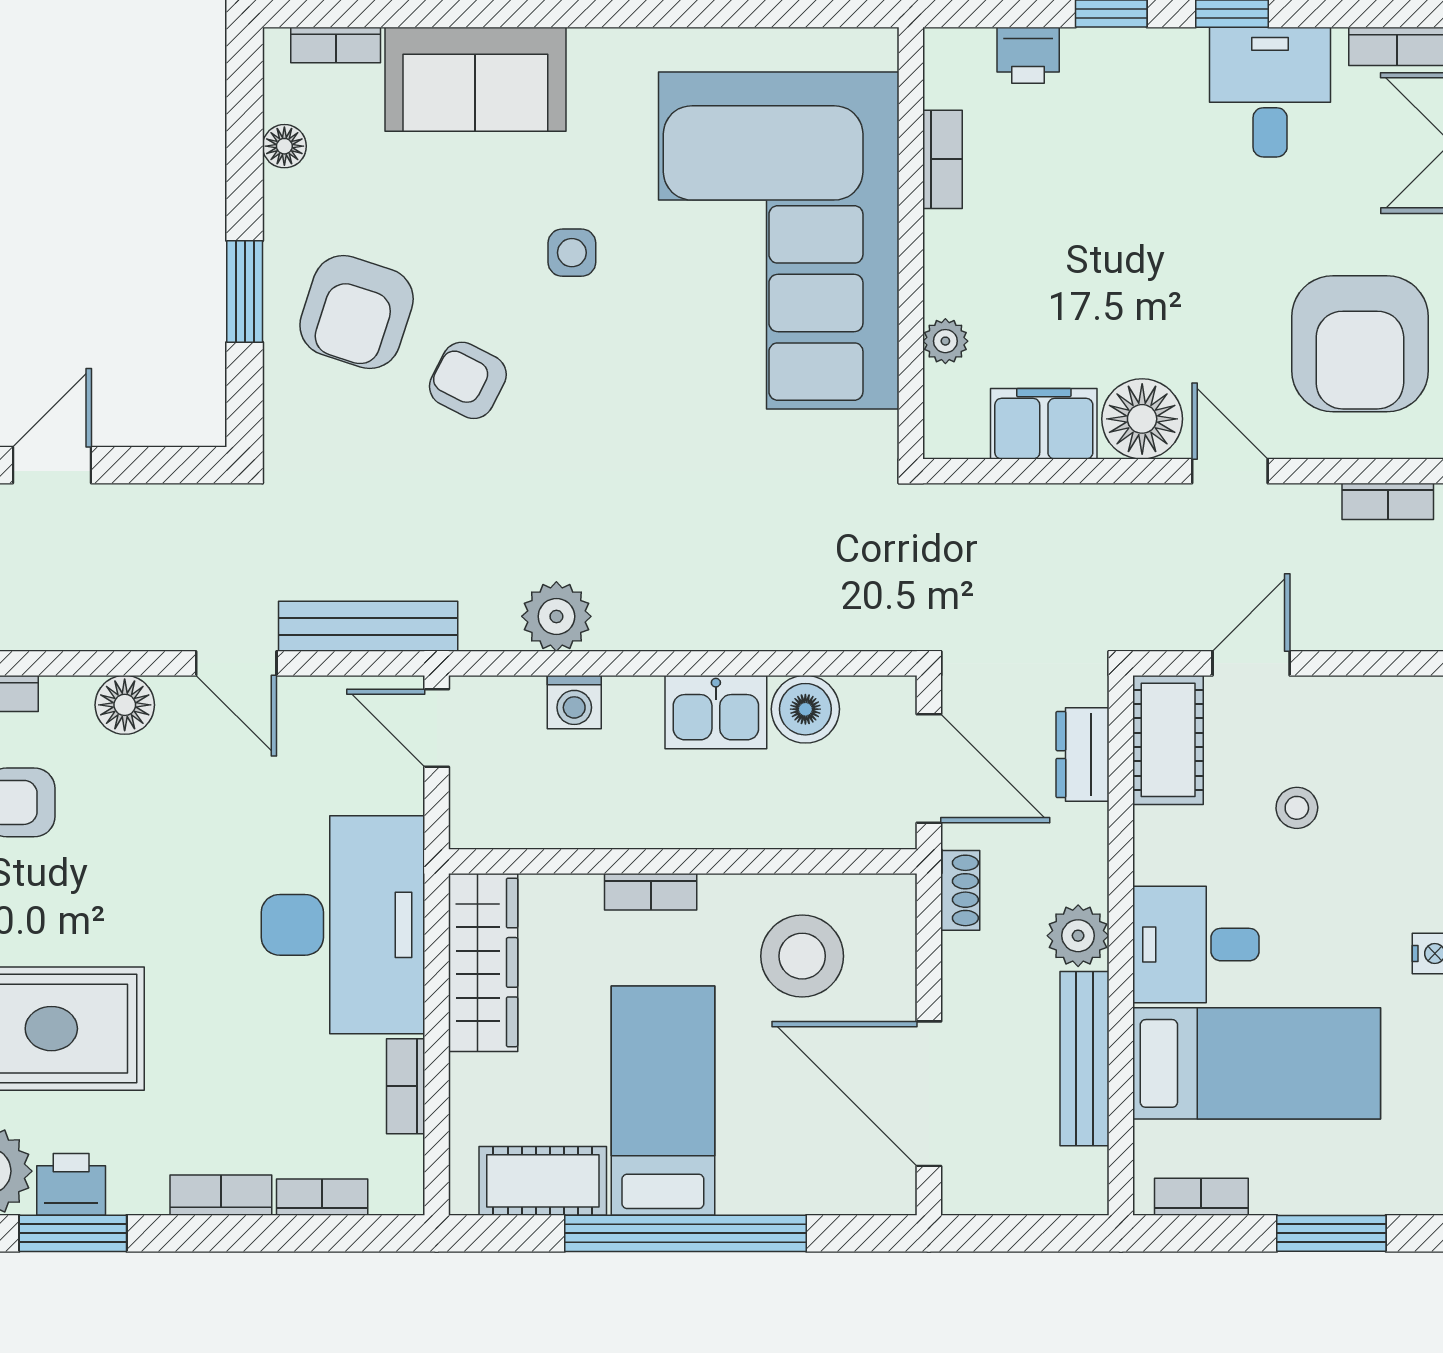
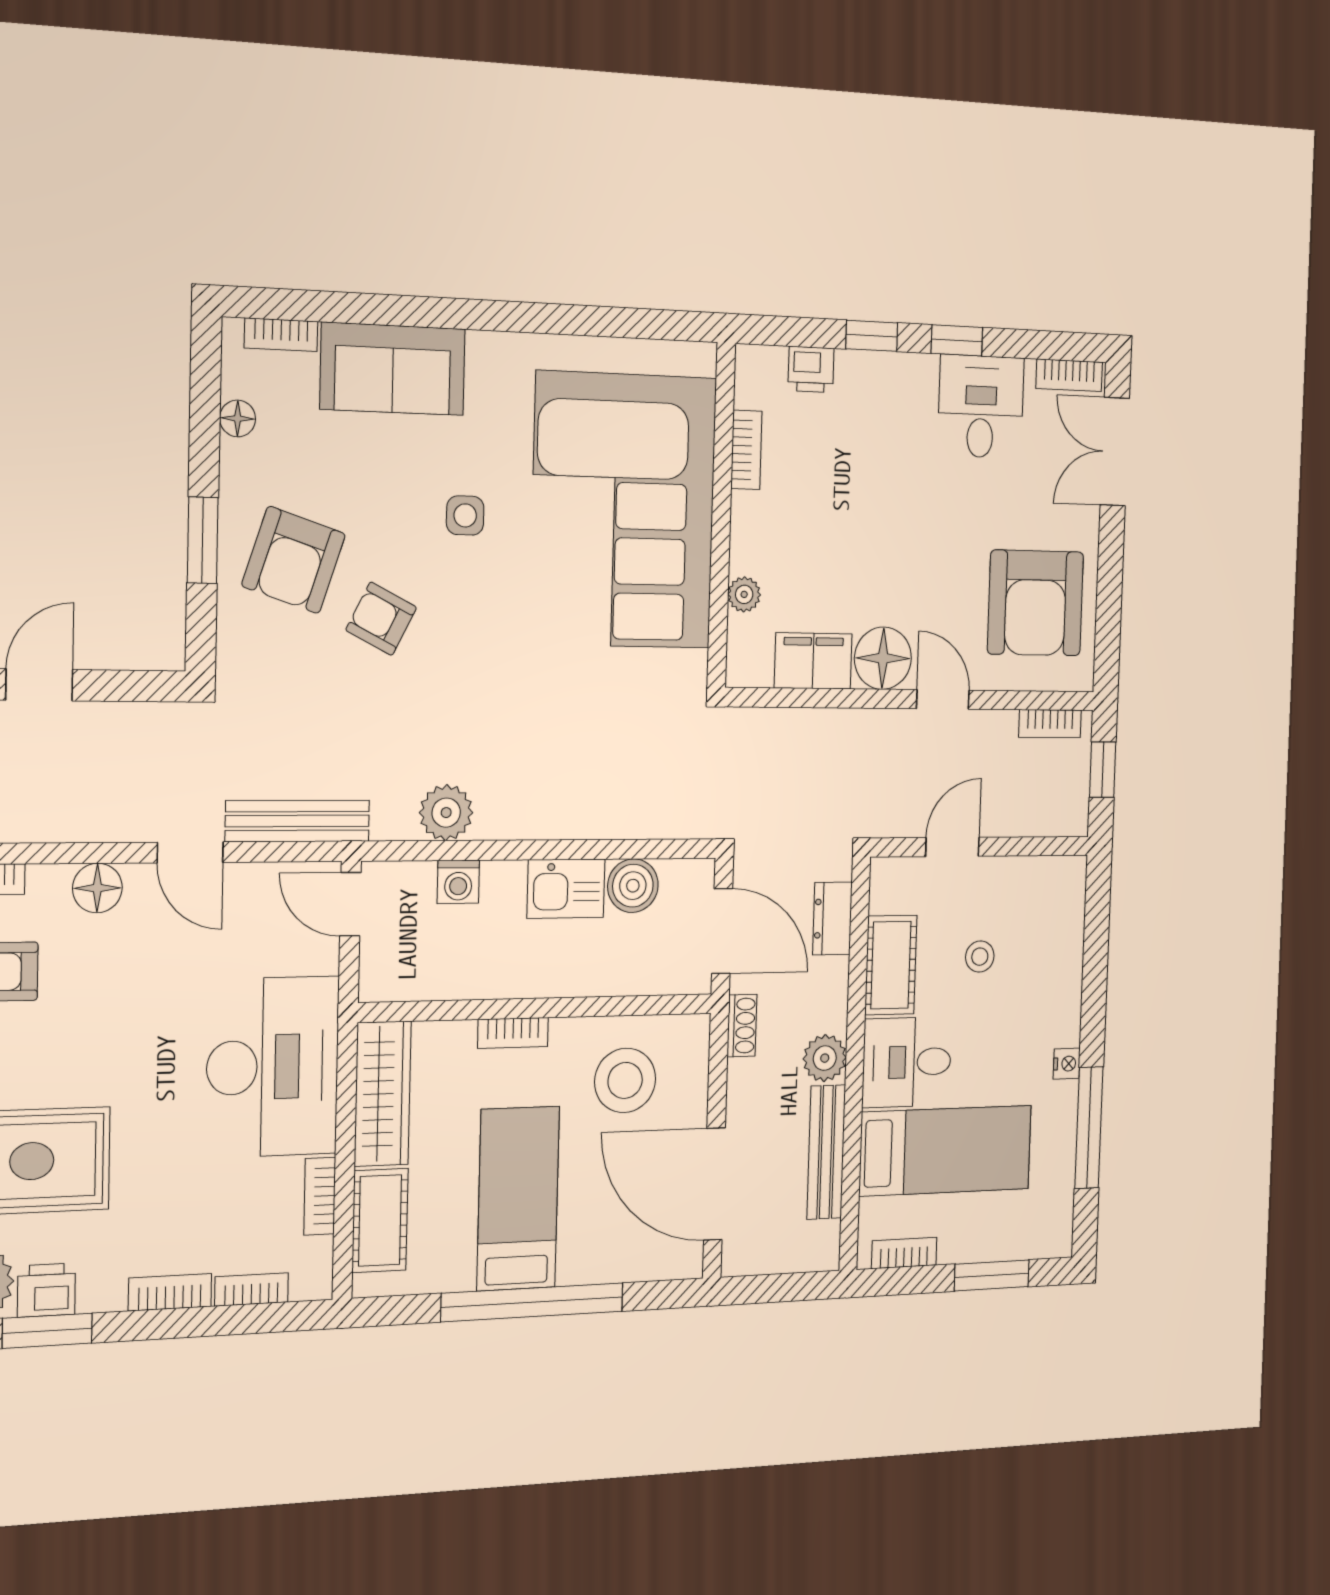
cot: (1168, 740) -> (891, 965), moved
cot: (543, 1181) -> (380, 1220), moved, turned 90

